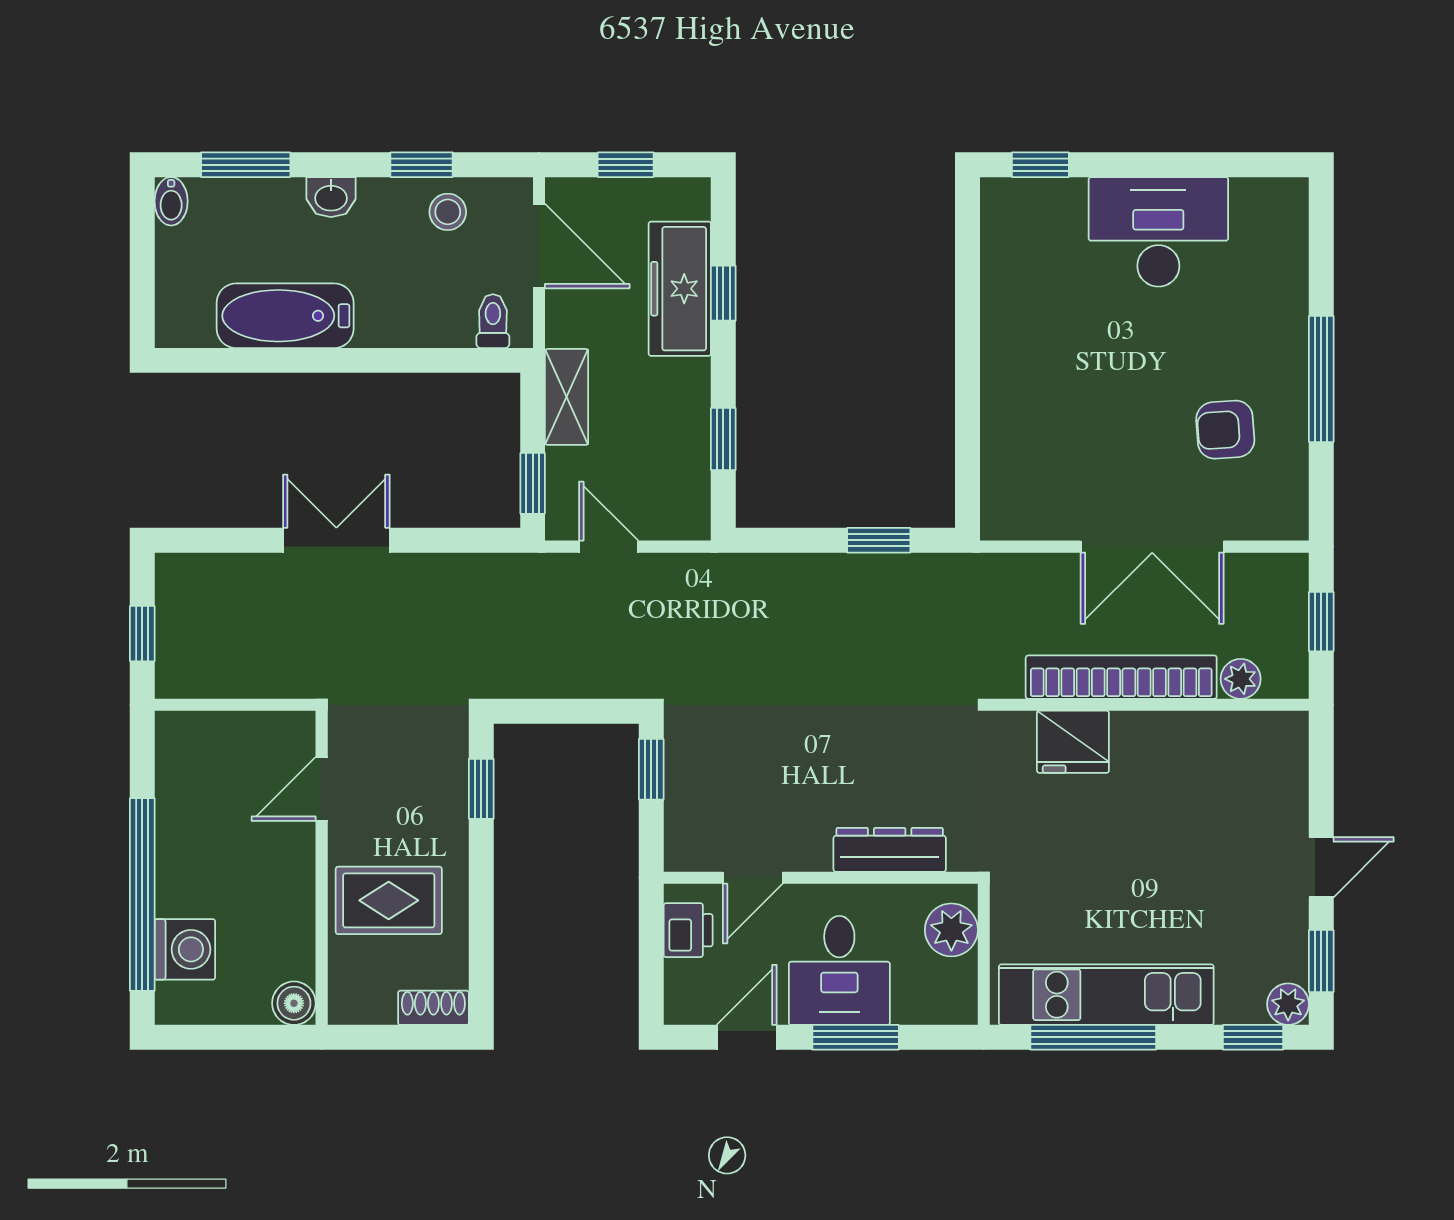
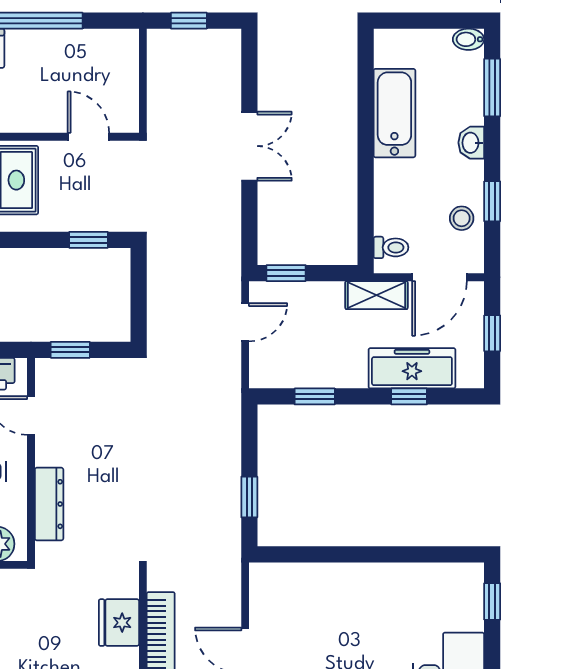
shelving: (567, 397) -> (376, 295), moved
window: (651, 769) -> (70, 350), moved

